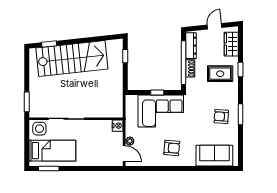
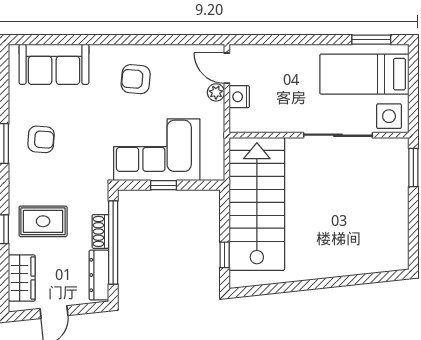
window: (49, 44) -> (370, 278), removed
stairs: (72, 58) -> (257, 204), moved, turned 96
nightstand: (118, 126) -> (239, 97), moved

